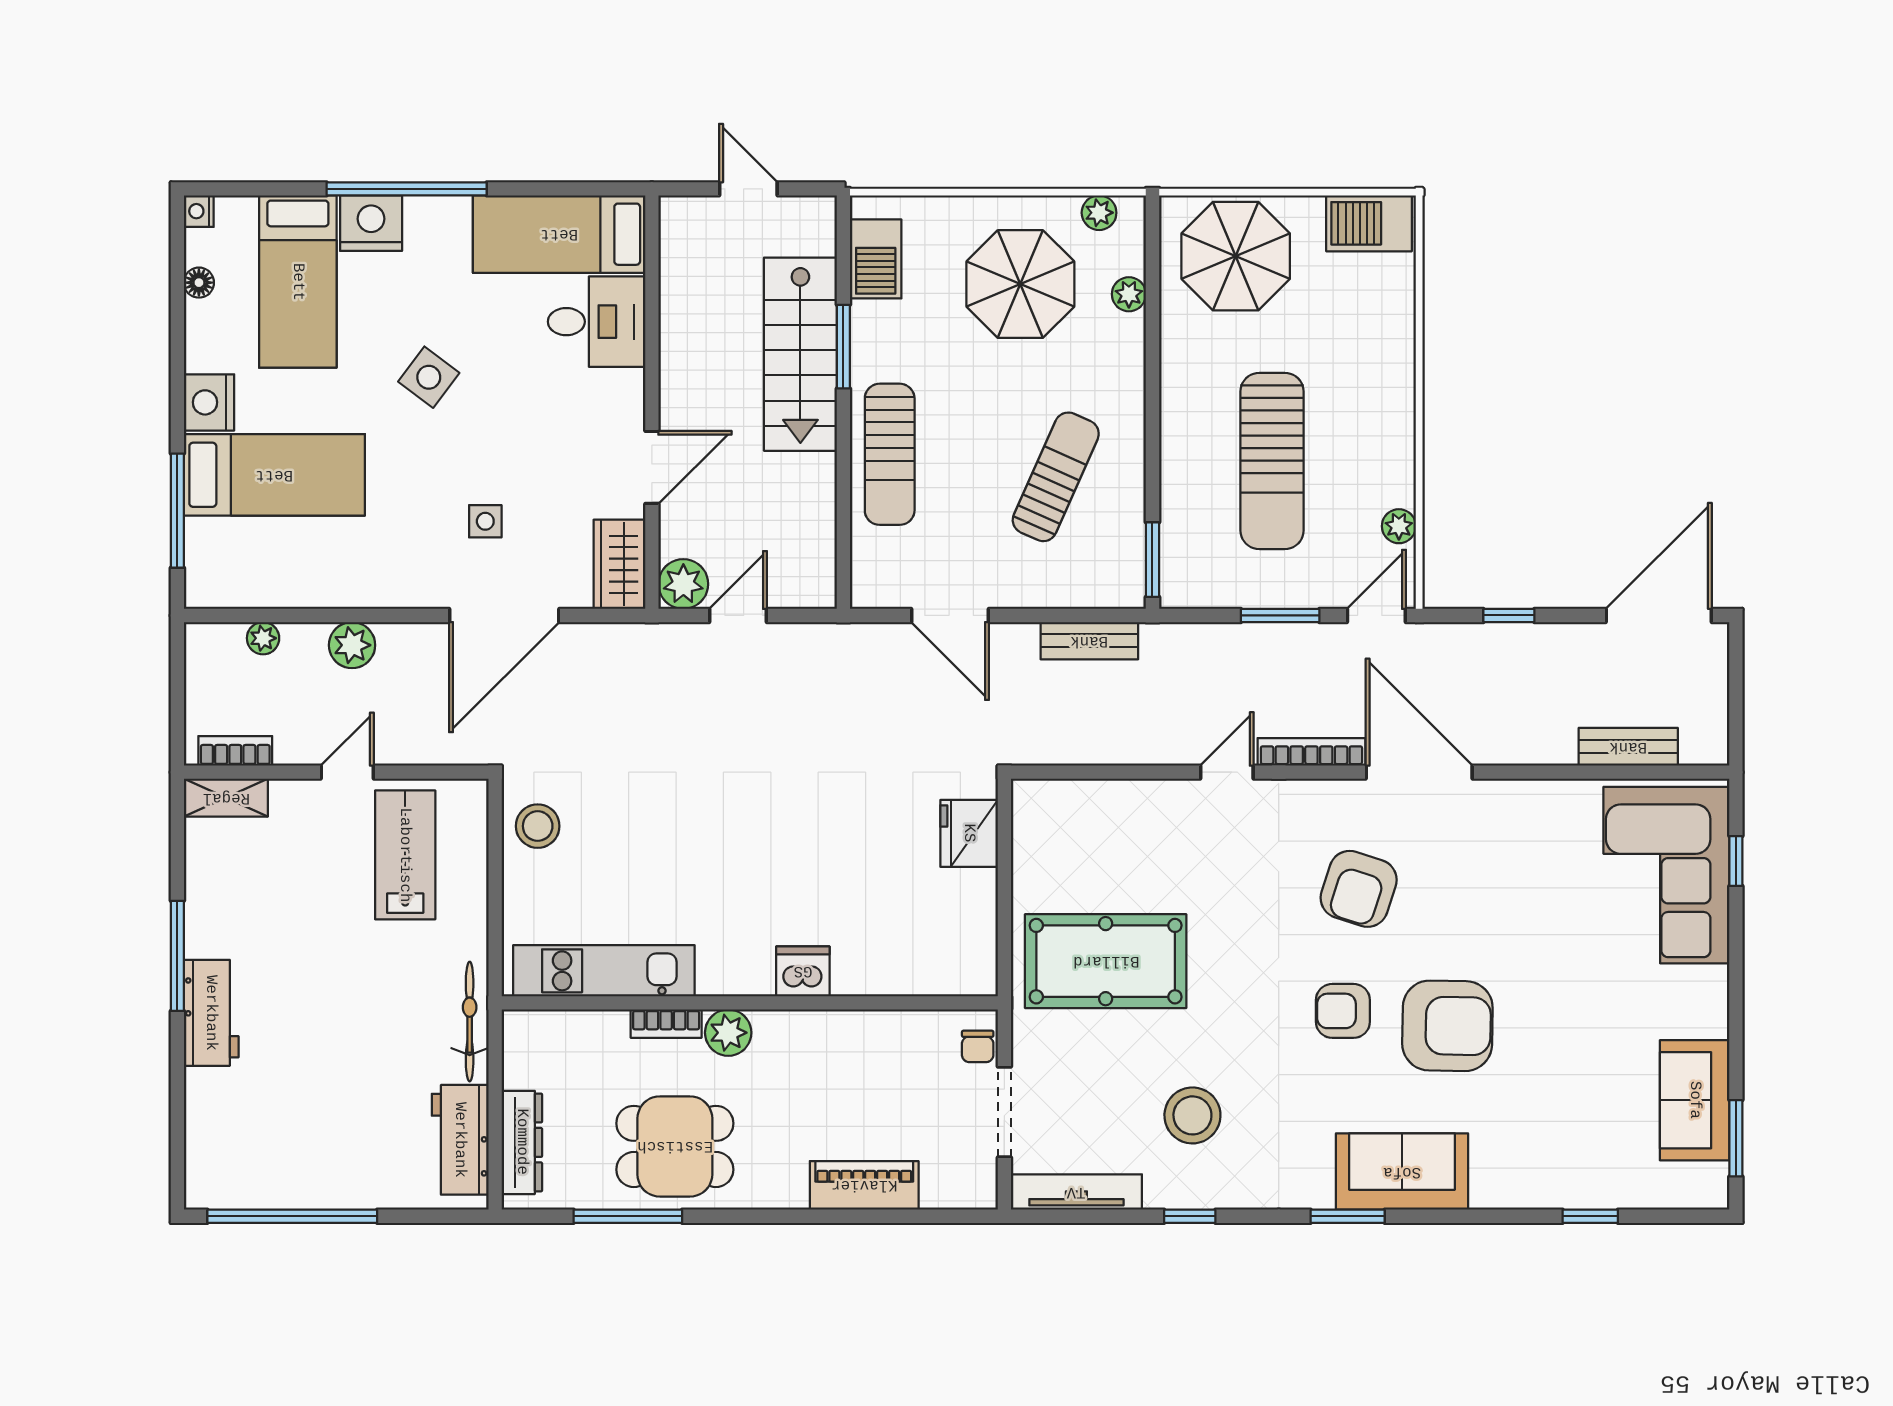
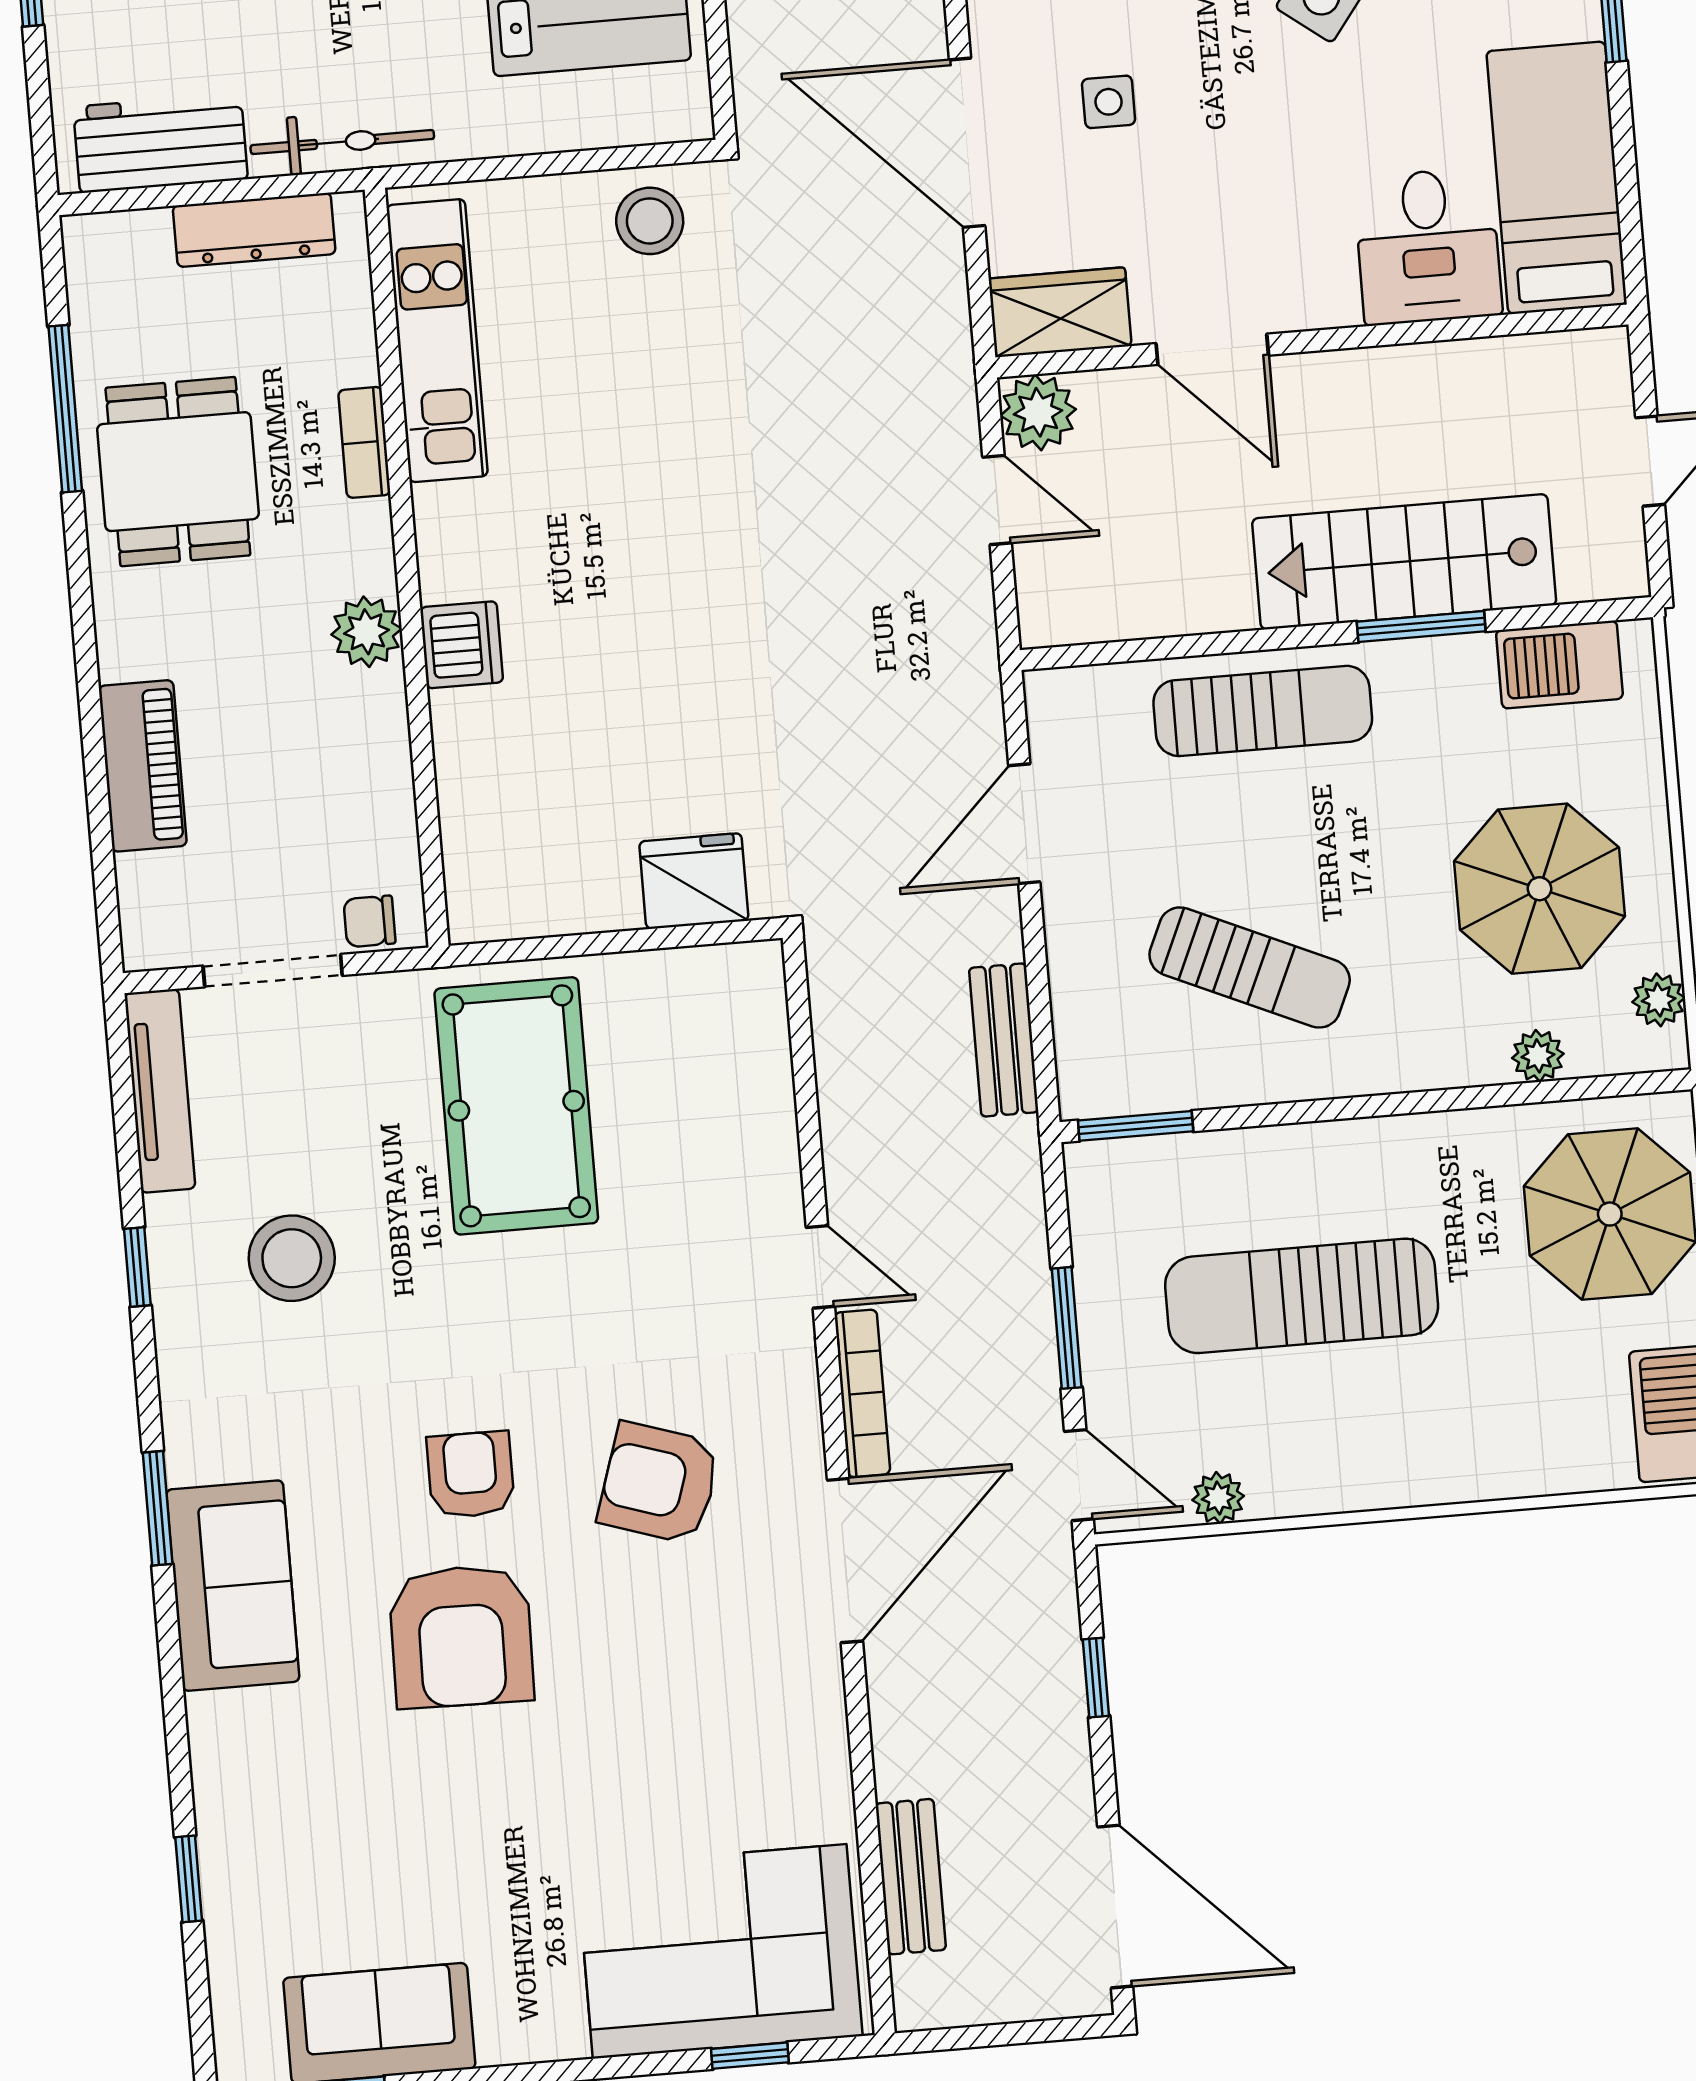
sun lounger: (890, 454) -> (1263, 711), turned 180
plant: (728, 1033) -> (366, 632), moved
dresser: (522, 1142) -> (254, 230), moved

